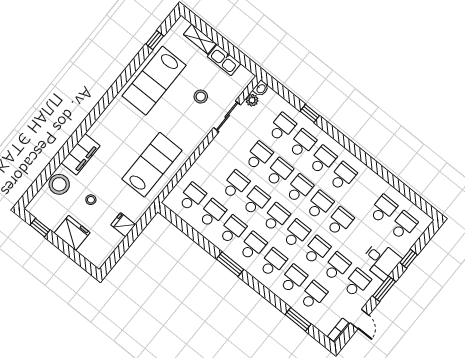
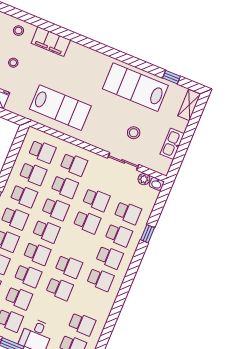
shelving: (200, 39) -> (189, 105), moved
stool: (59, 184) -> (18, 31), width x0.53, depth x0.53
school desk: (299, 189) -> (74, 164), moved

